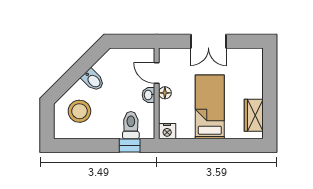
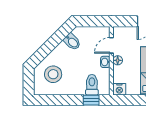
door: (157, 73) -> (111, 45), hinge flipped
bidet: (93, 80) -> (72, 42), moved

